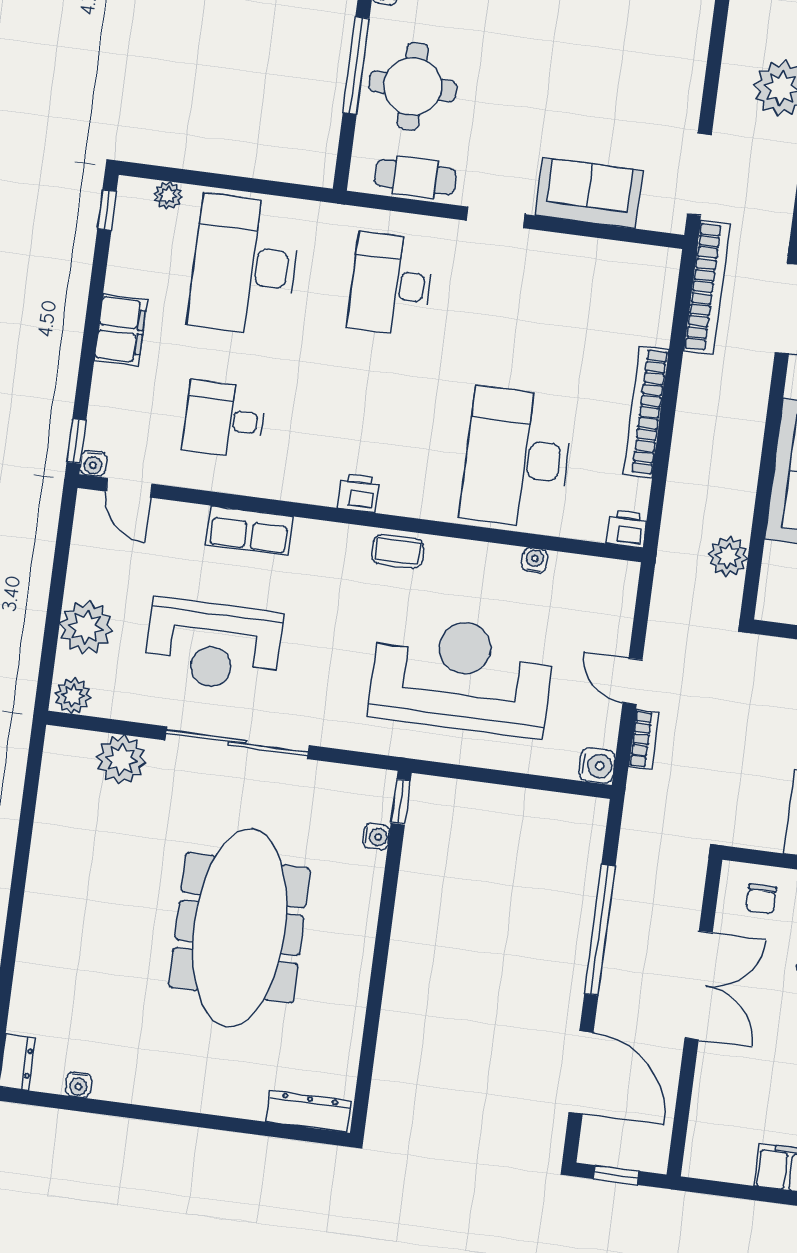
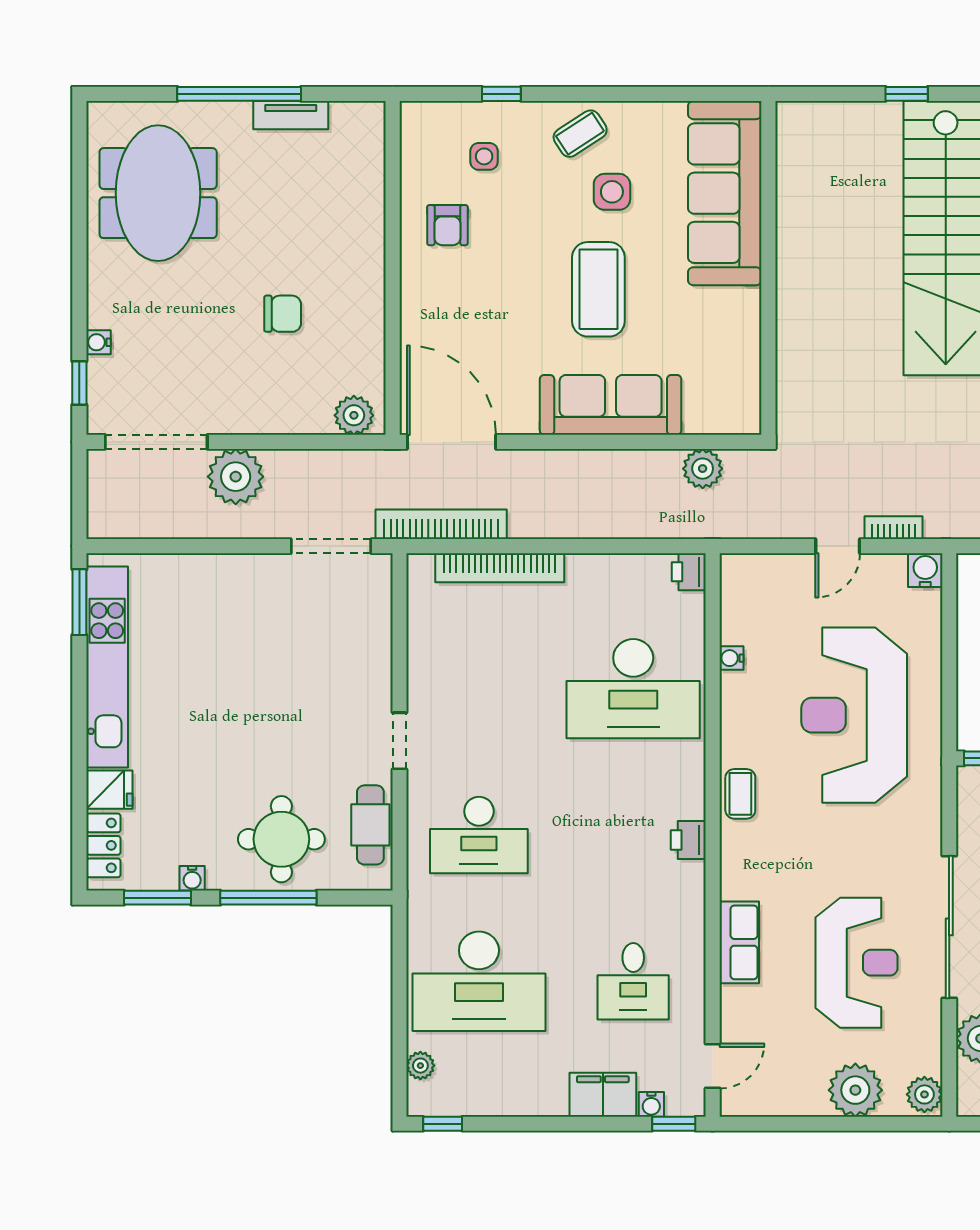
sofa: (589, 193) -> (364, 652), removed
filing cabinet: (121, 330) -> (603, 1095), moved
bookcase: (646, 412) -> (500, 568), moved
water cooler: (93, 463) -> (651, 1104), moved, turned 90

